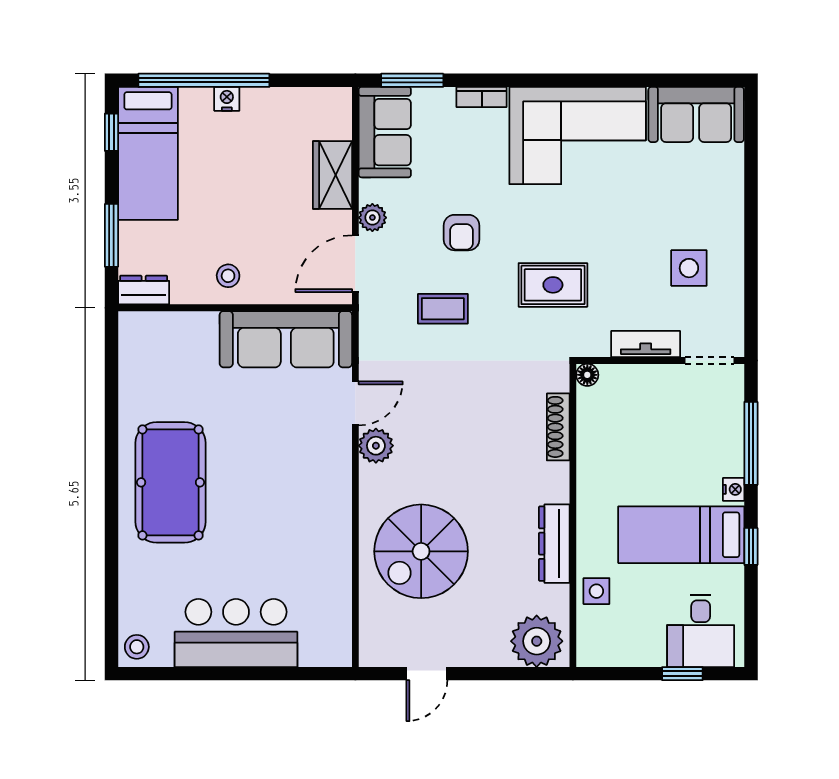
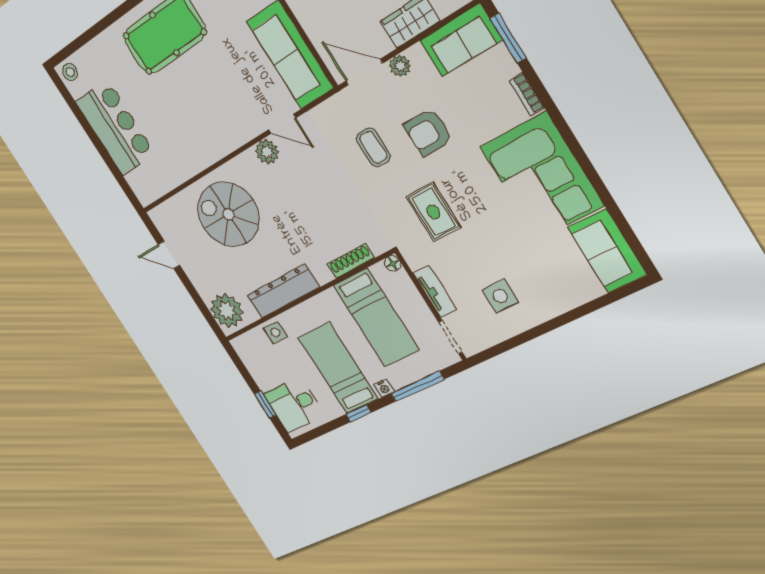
armchair: (462, 233) -> (428, 132), width x1.38, depth x1.38
bed: (642, 440) -> (376, 318), added
dresser: (554, 544) -> (283, 291), width x1.37, depth x1.24

